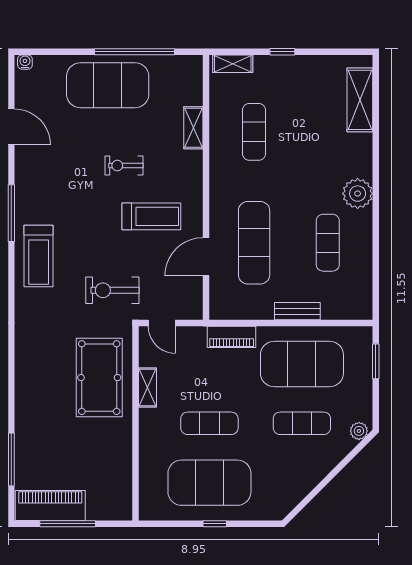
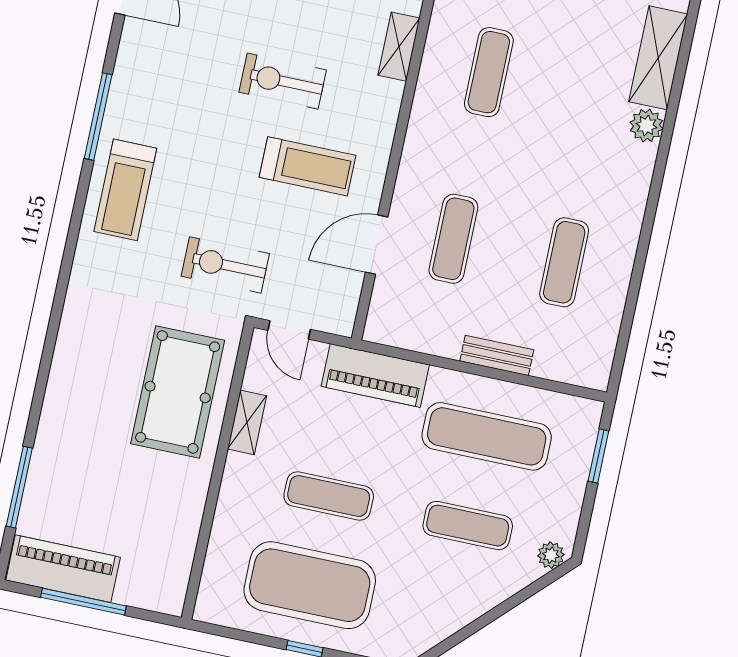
exercise bike: (124, 165) -> (283, 81), width x1.38, depth x1.39
plant: (358, 194) -> (646, 126), moved, width x0.73, depth x0.73
exercise mat: (254, 243) -> (453, 239), width x0.73, depth x0.69
piano: (232, 337) -> (375, 375), width x1.37, depth x1.33
exercise mat: (302, 364) -> (487, 436), width x0.68

